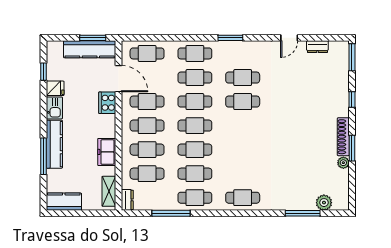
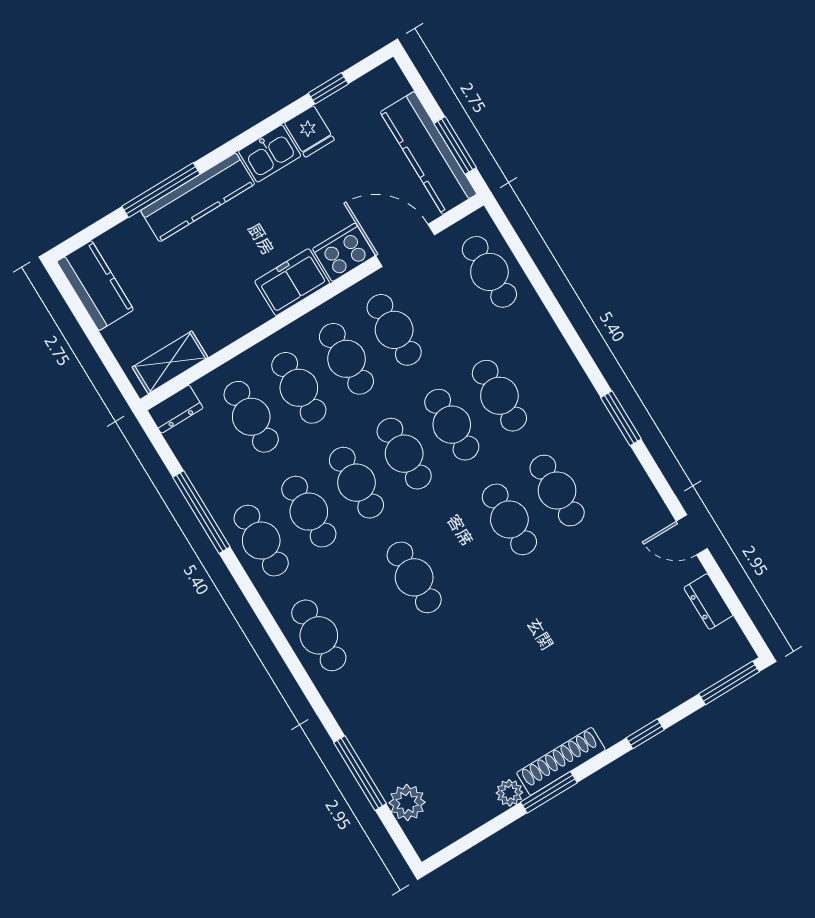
cafe table: (195, 53) -> (414, 577), moved
door: (118, 79) -> (405, 245), swing flipped
freezer: (107, 152) -> (292, 282), moved

